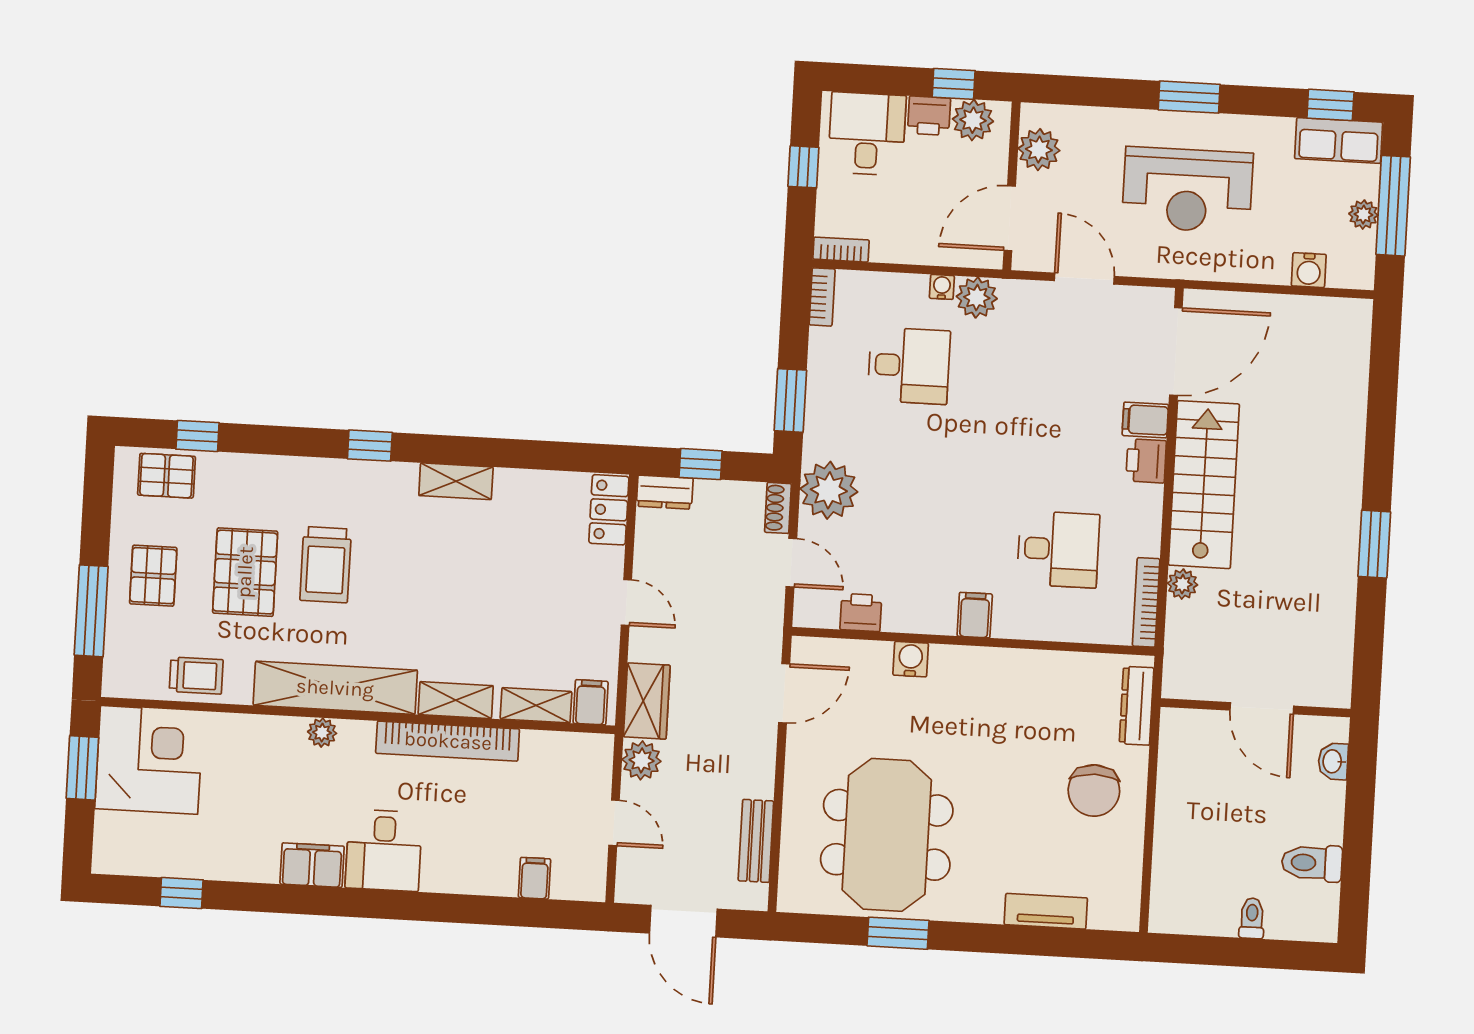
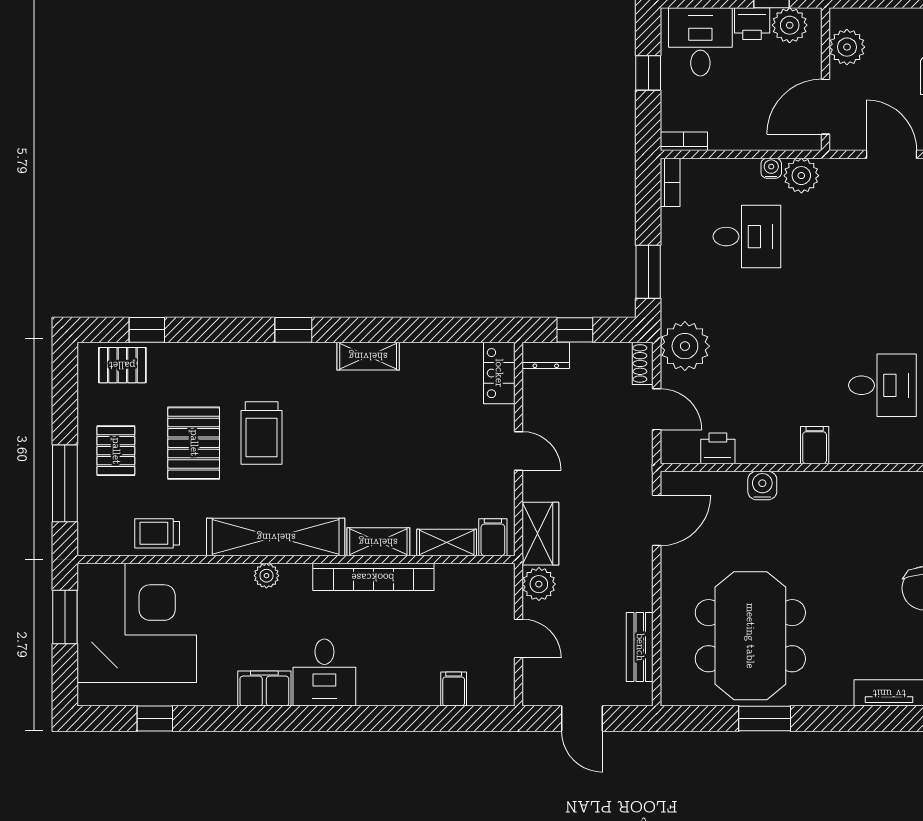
trolley: (196, 676) -> (157, 533), turned 180
corner desk: (149, 760) -> (137, 623), width x1.36, depth x1.36
door: (683, 921) -> (582, 719), width x0.73

